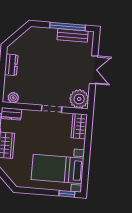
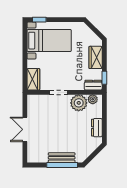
window: (67, 26) -> (62, 165), moved
bench: (73, 35) -> (62, 158), moved
plant: (79, 99) -> (79, 103), moved

